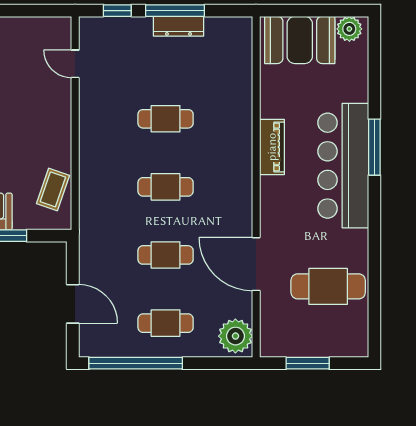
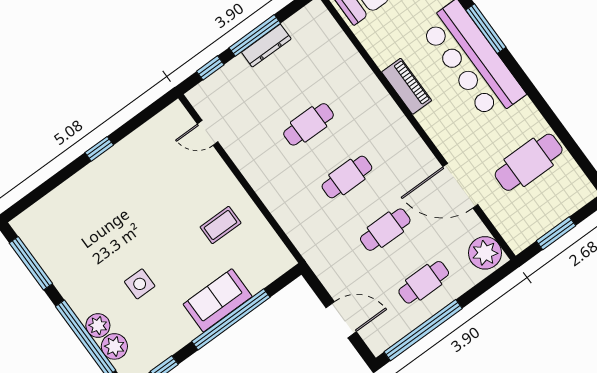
coffee table: (53, 189) -> (221, 225), moved, turned 71

